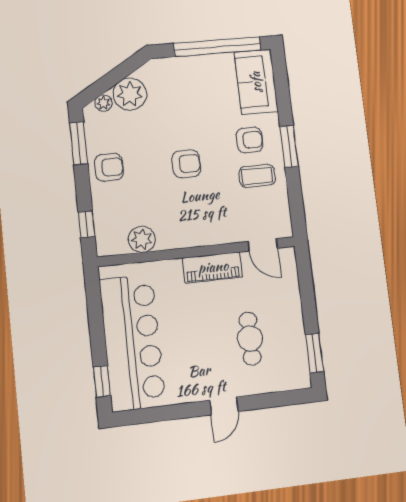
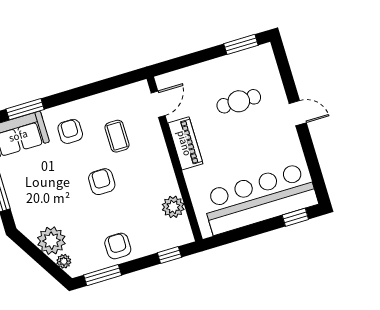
window: (289, 146) -> (25, 109), moved
coffee table: (257, 176) -> (117, 136), moved

